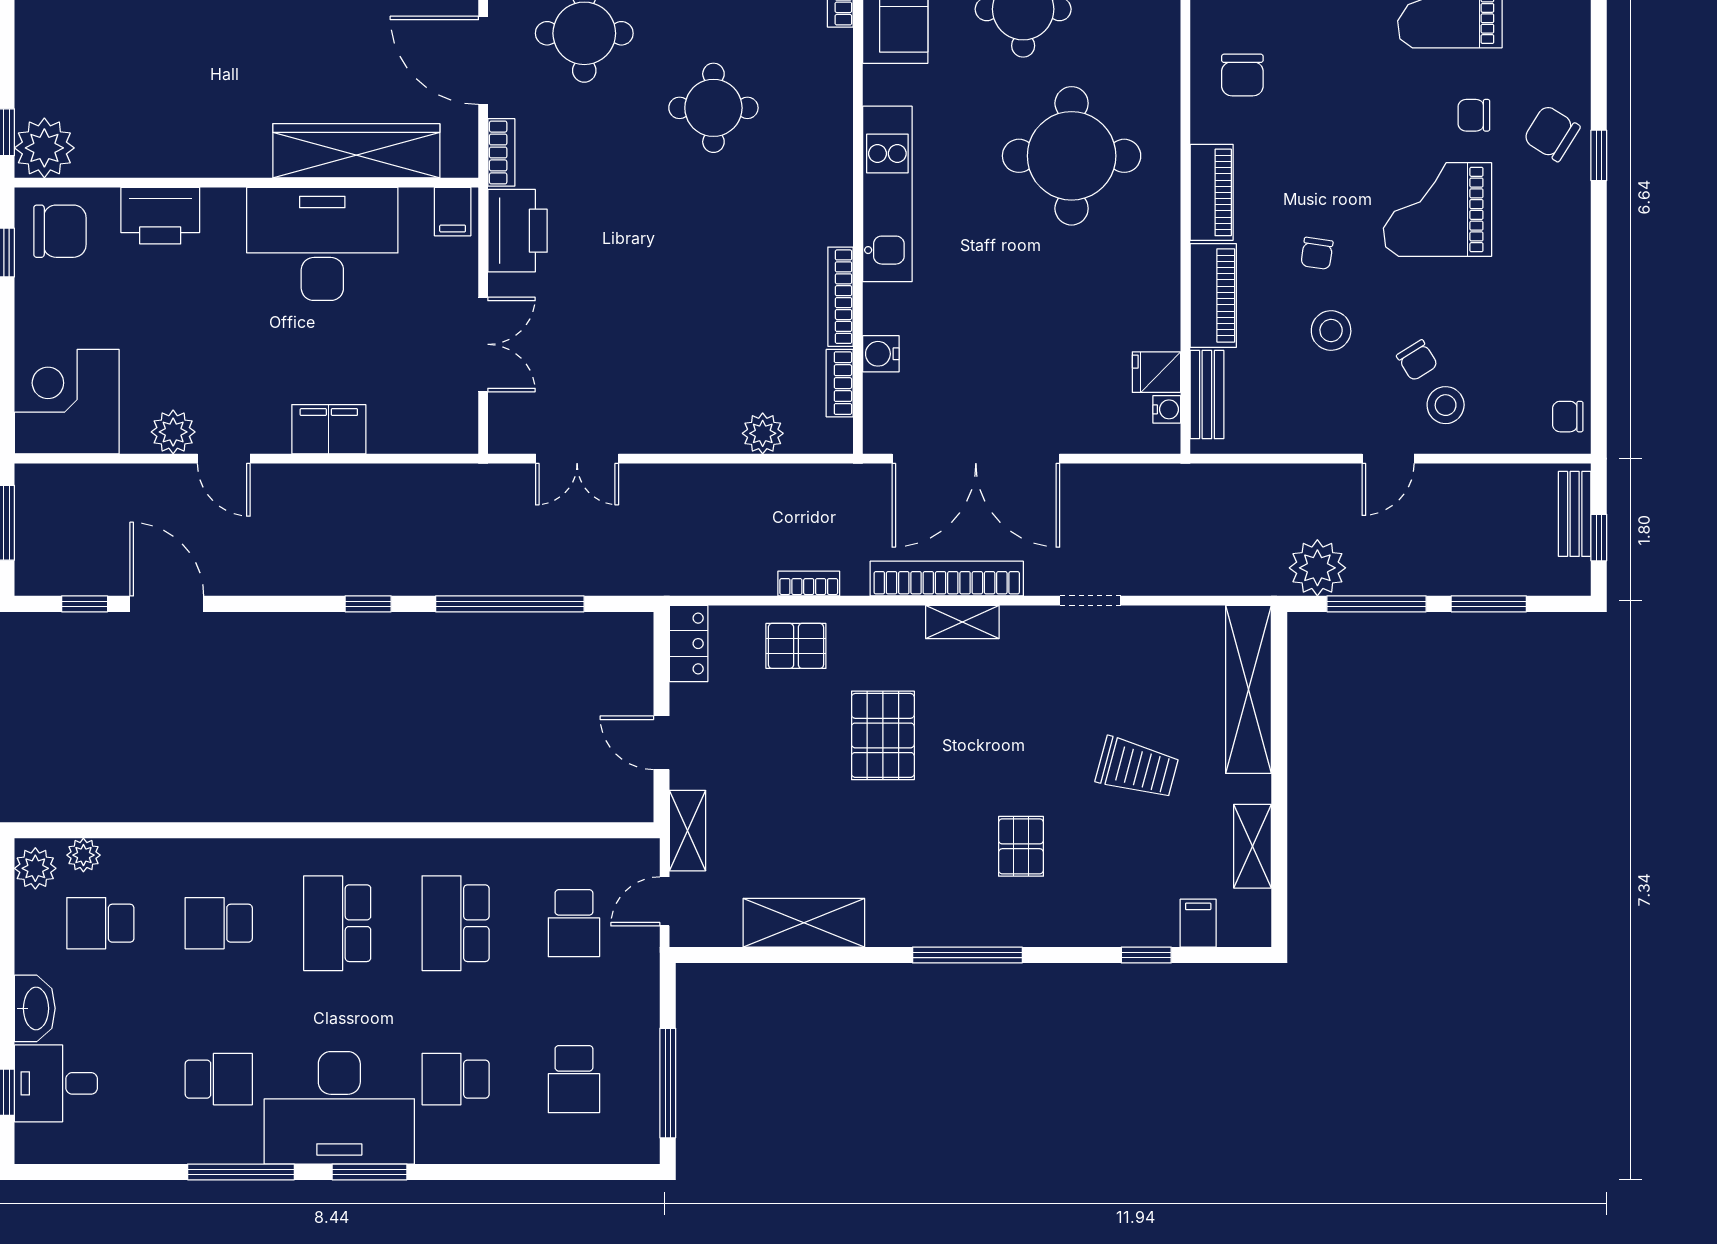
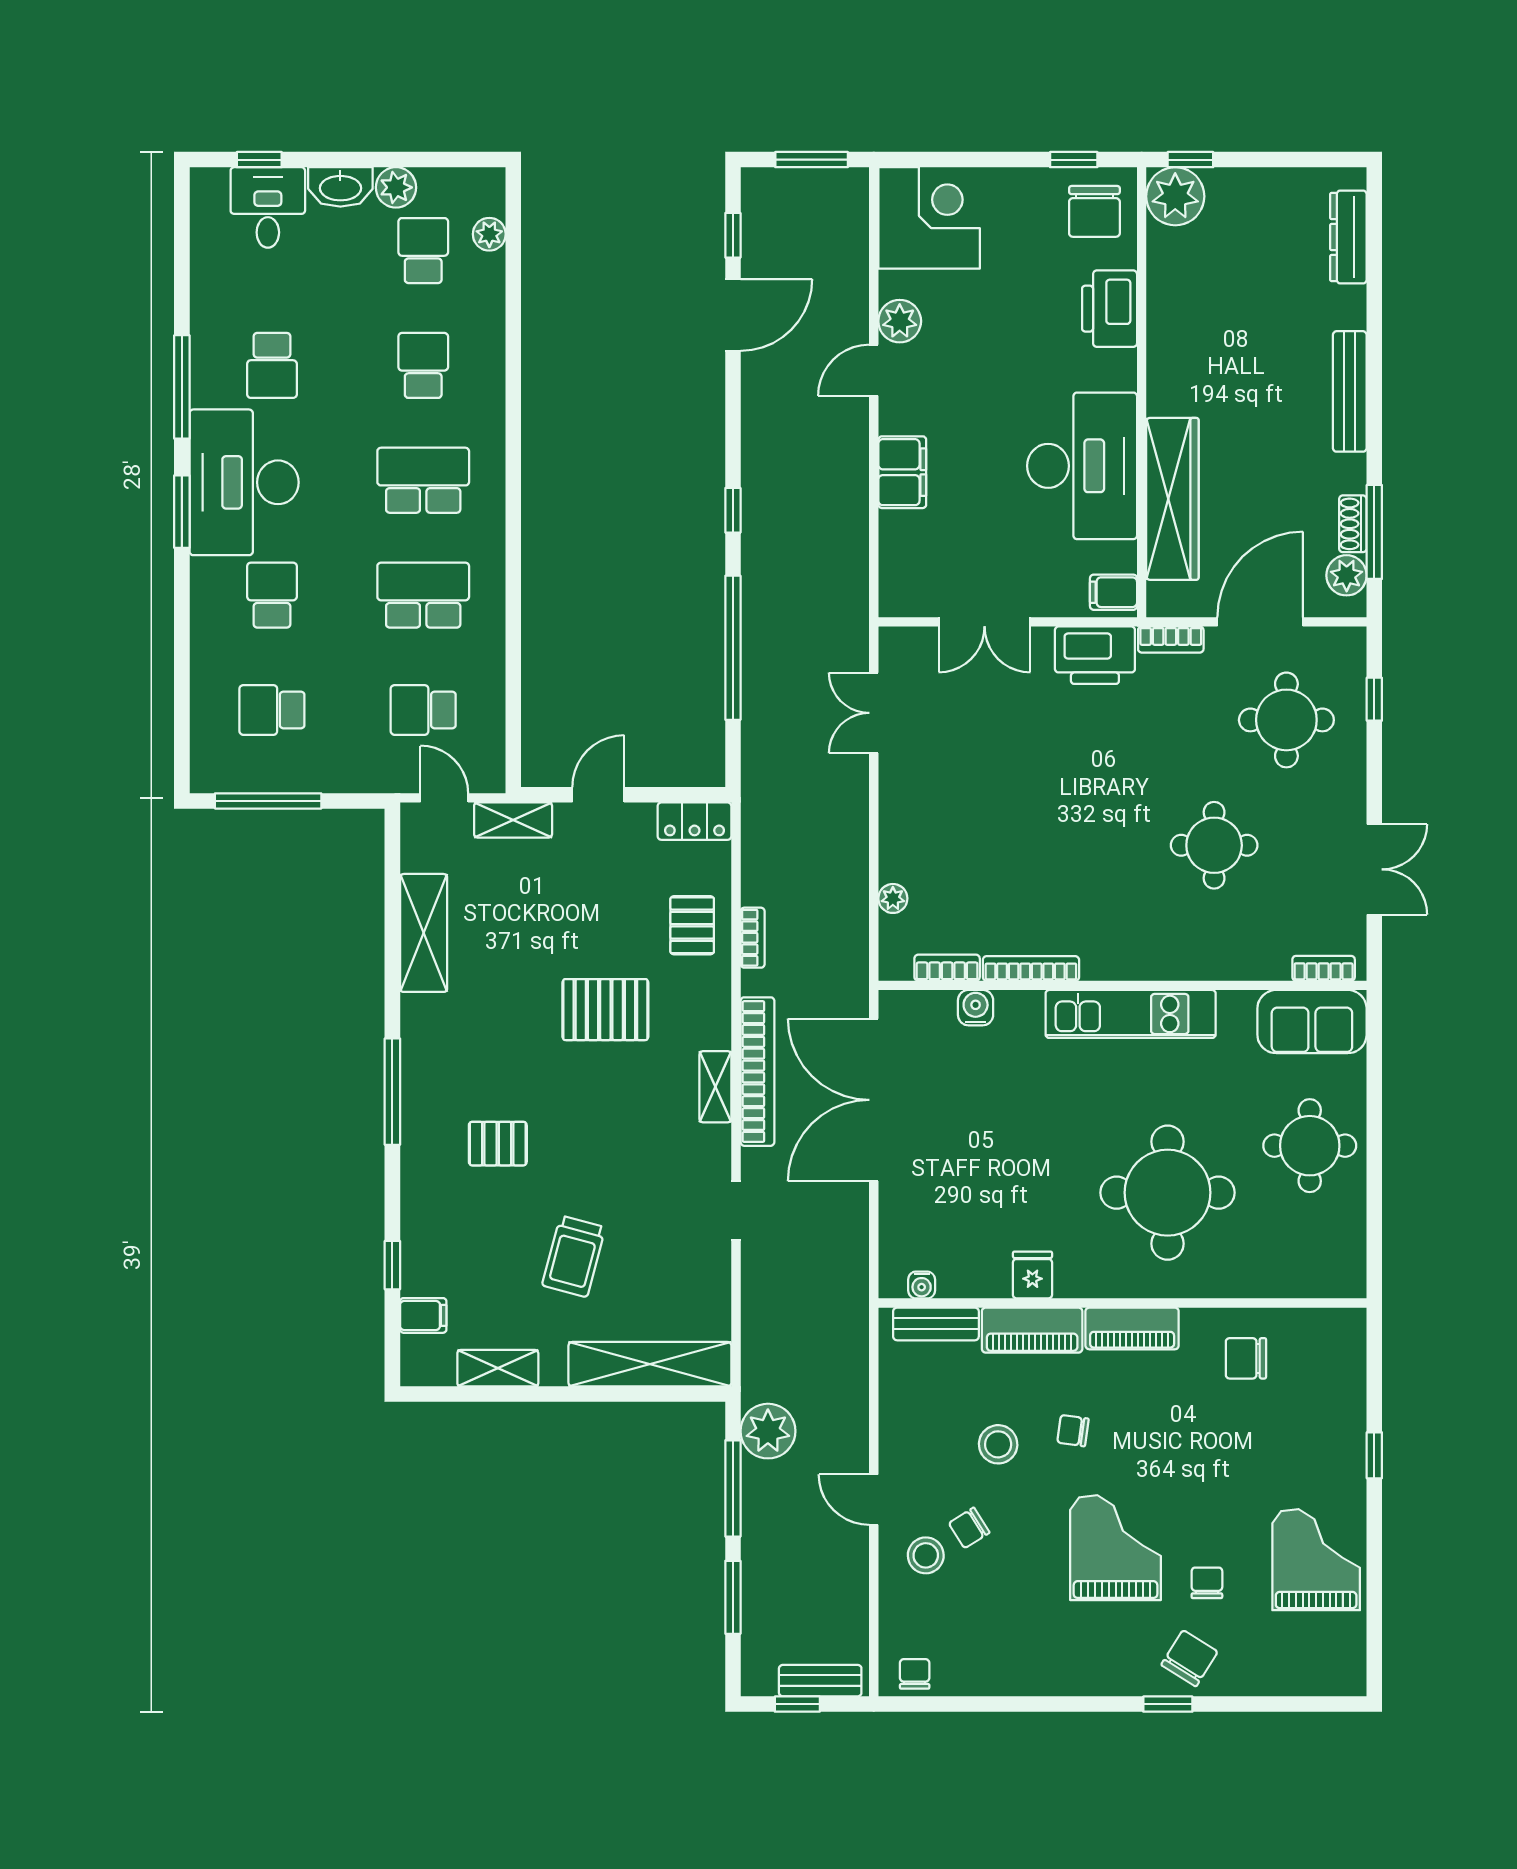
fridge: (1156, 372) -> (1032, 1275), moved
plant: (763, 433) -> (893, 898), width x0.73, depth x0.73
plant: (35, 868) -> (396, 187), moved

